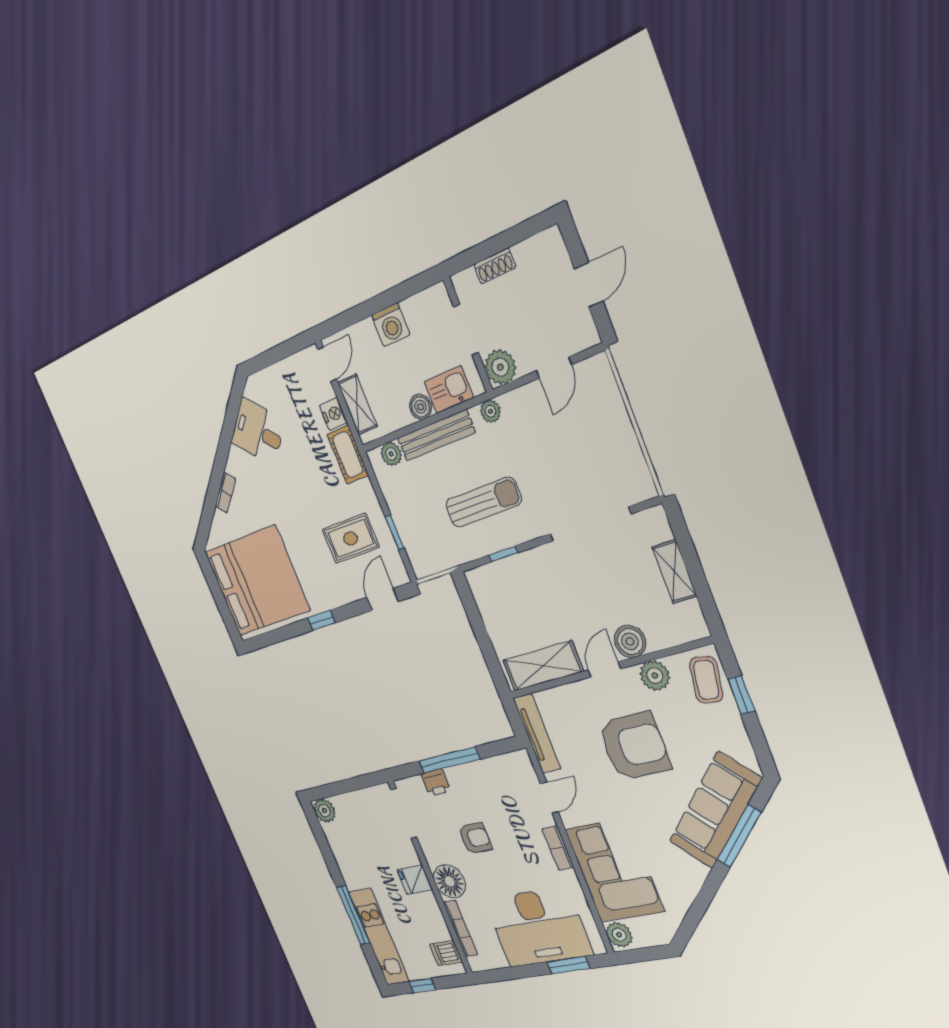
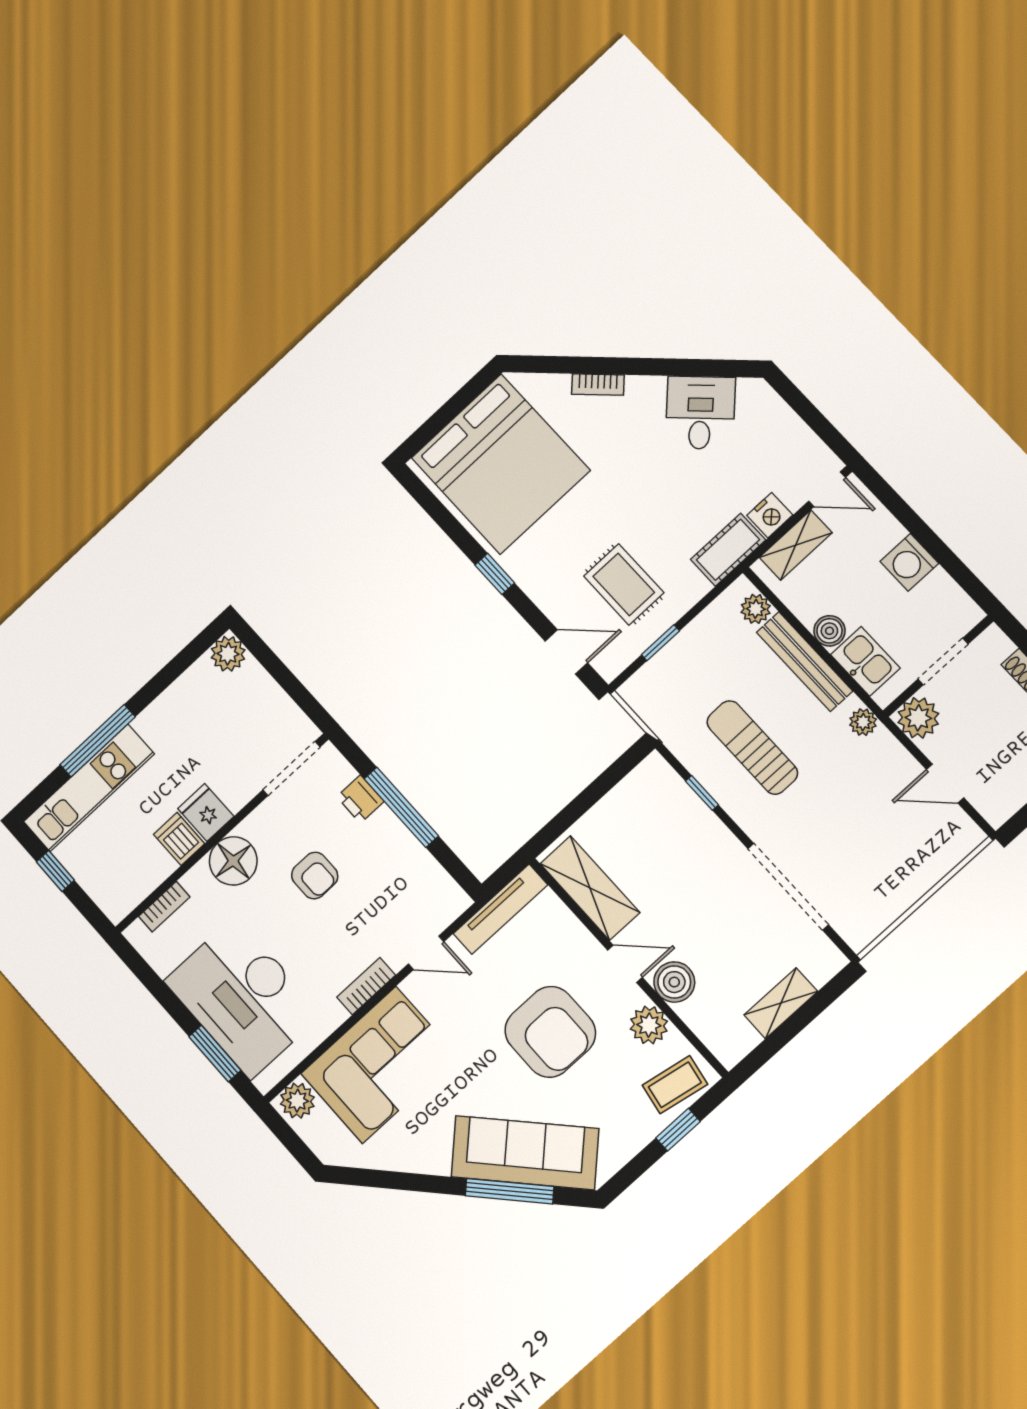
sun lounger: (483, 502) -> (752, 747), turned 180
bookcase: (460, 928) -> (164, 907), width x0.64
dishwasher: (446, 953) -> (179, 839), moved

